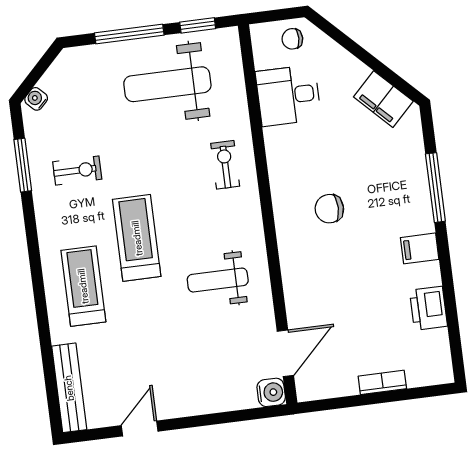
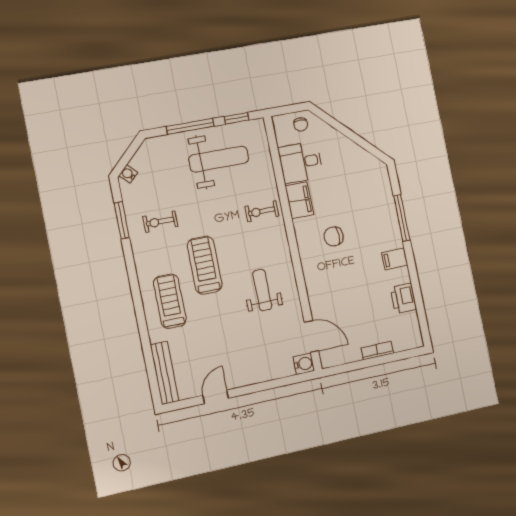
chair: (292, 39) -> (301, 124), turned -92
weight bench: (167, 84) -> (219, 159), turned 180
filing cabinet: (383, 99) -> (299, 200), moved, turned -135
exercise bike: (225, 165) -> (262, 211), turned -90
exercise bike: (77, 170) -> (160, 222), turned 180
weight bench: (218, 280) -> (262, 290), turned 90
door: (285, 353) -> (311, 336), hinge flipped

